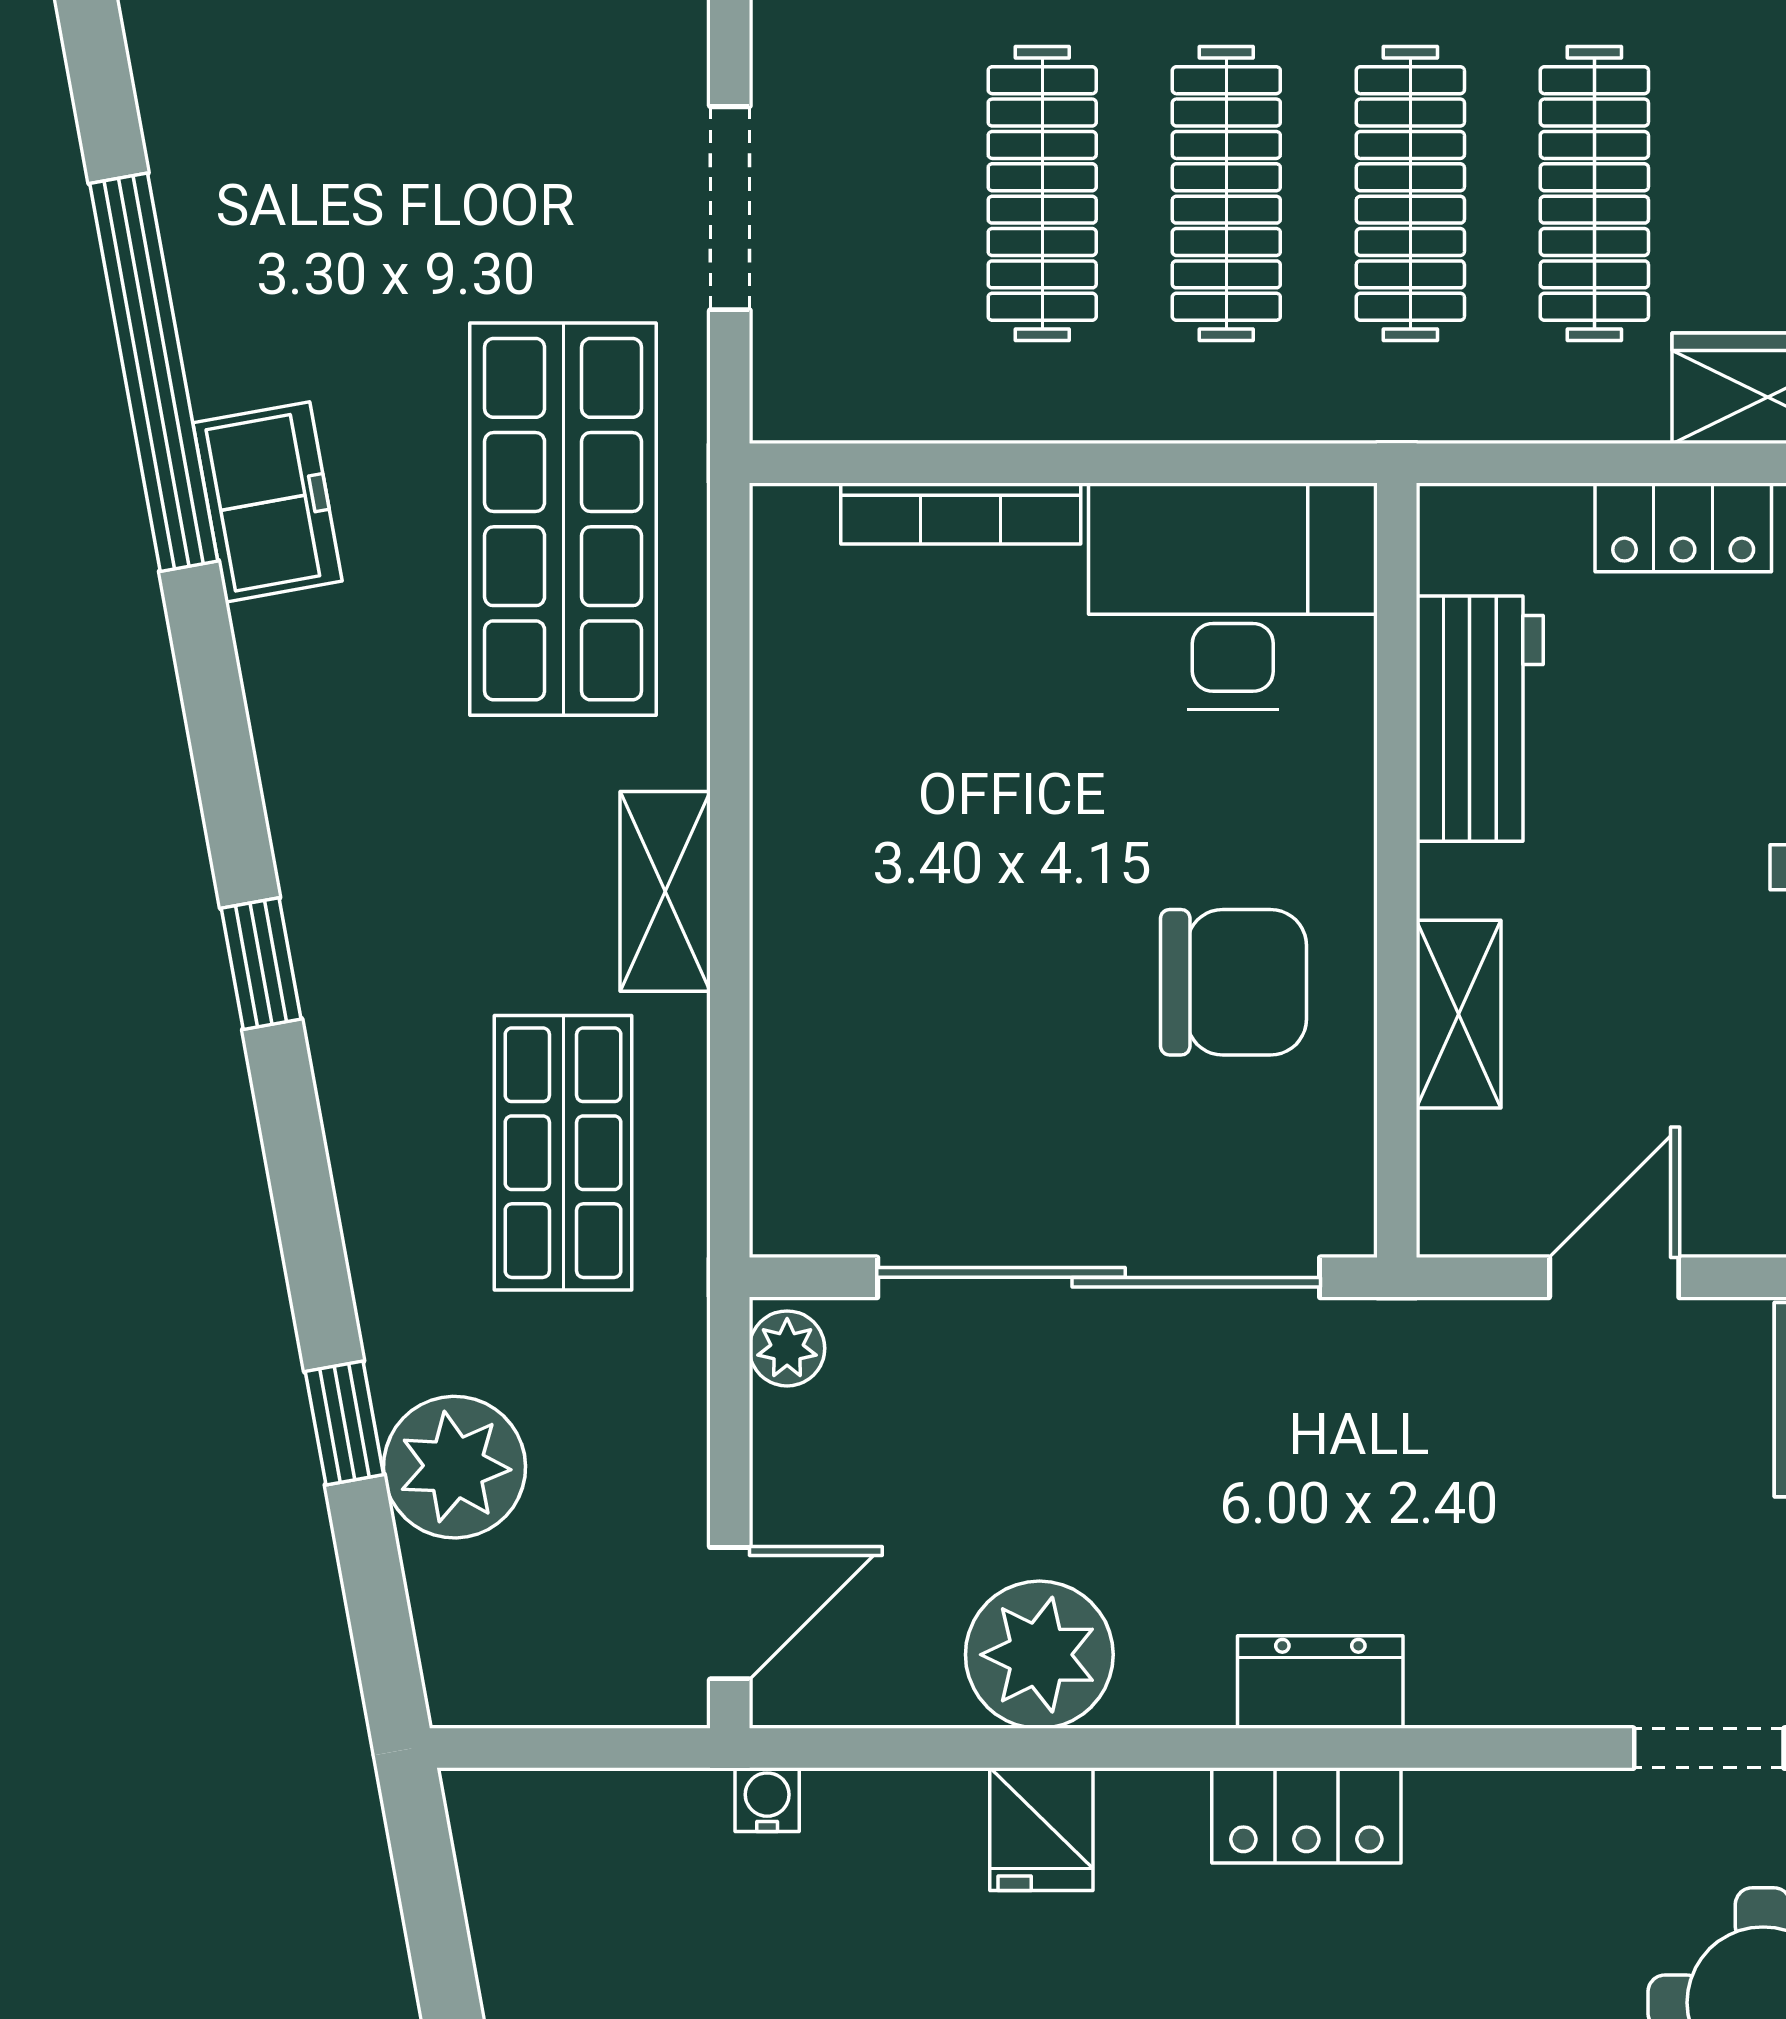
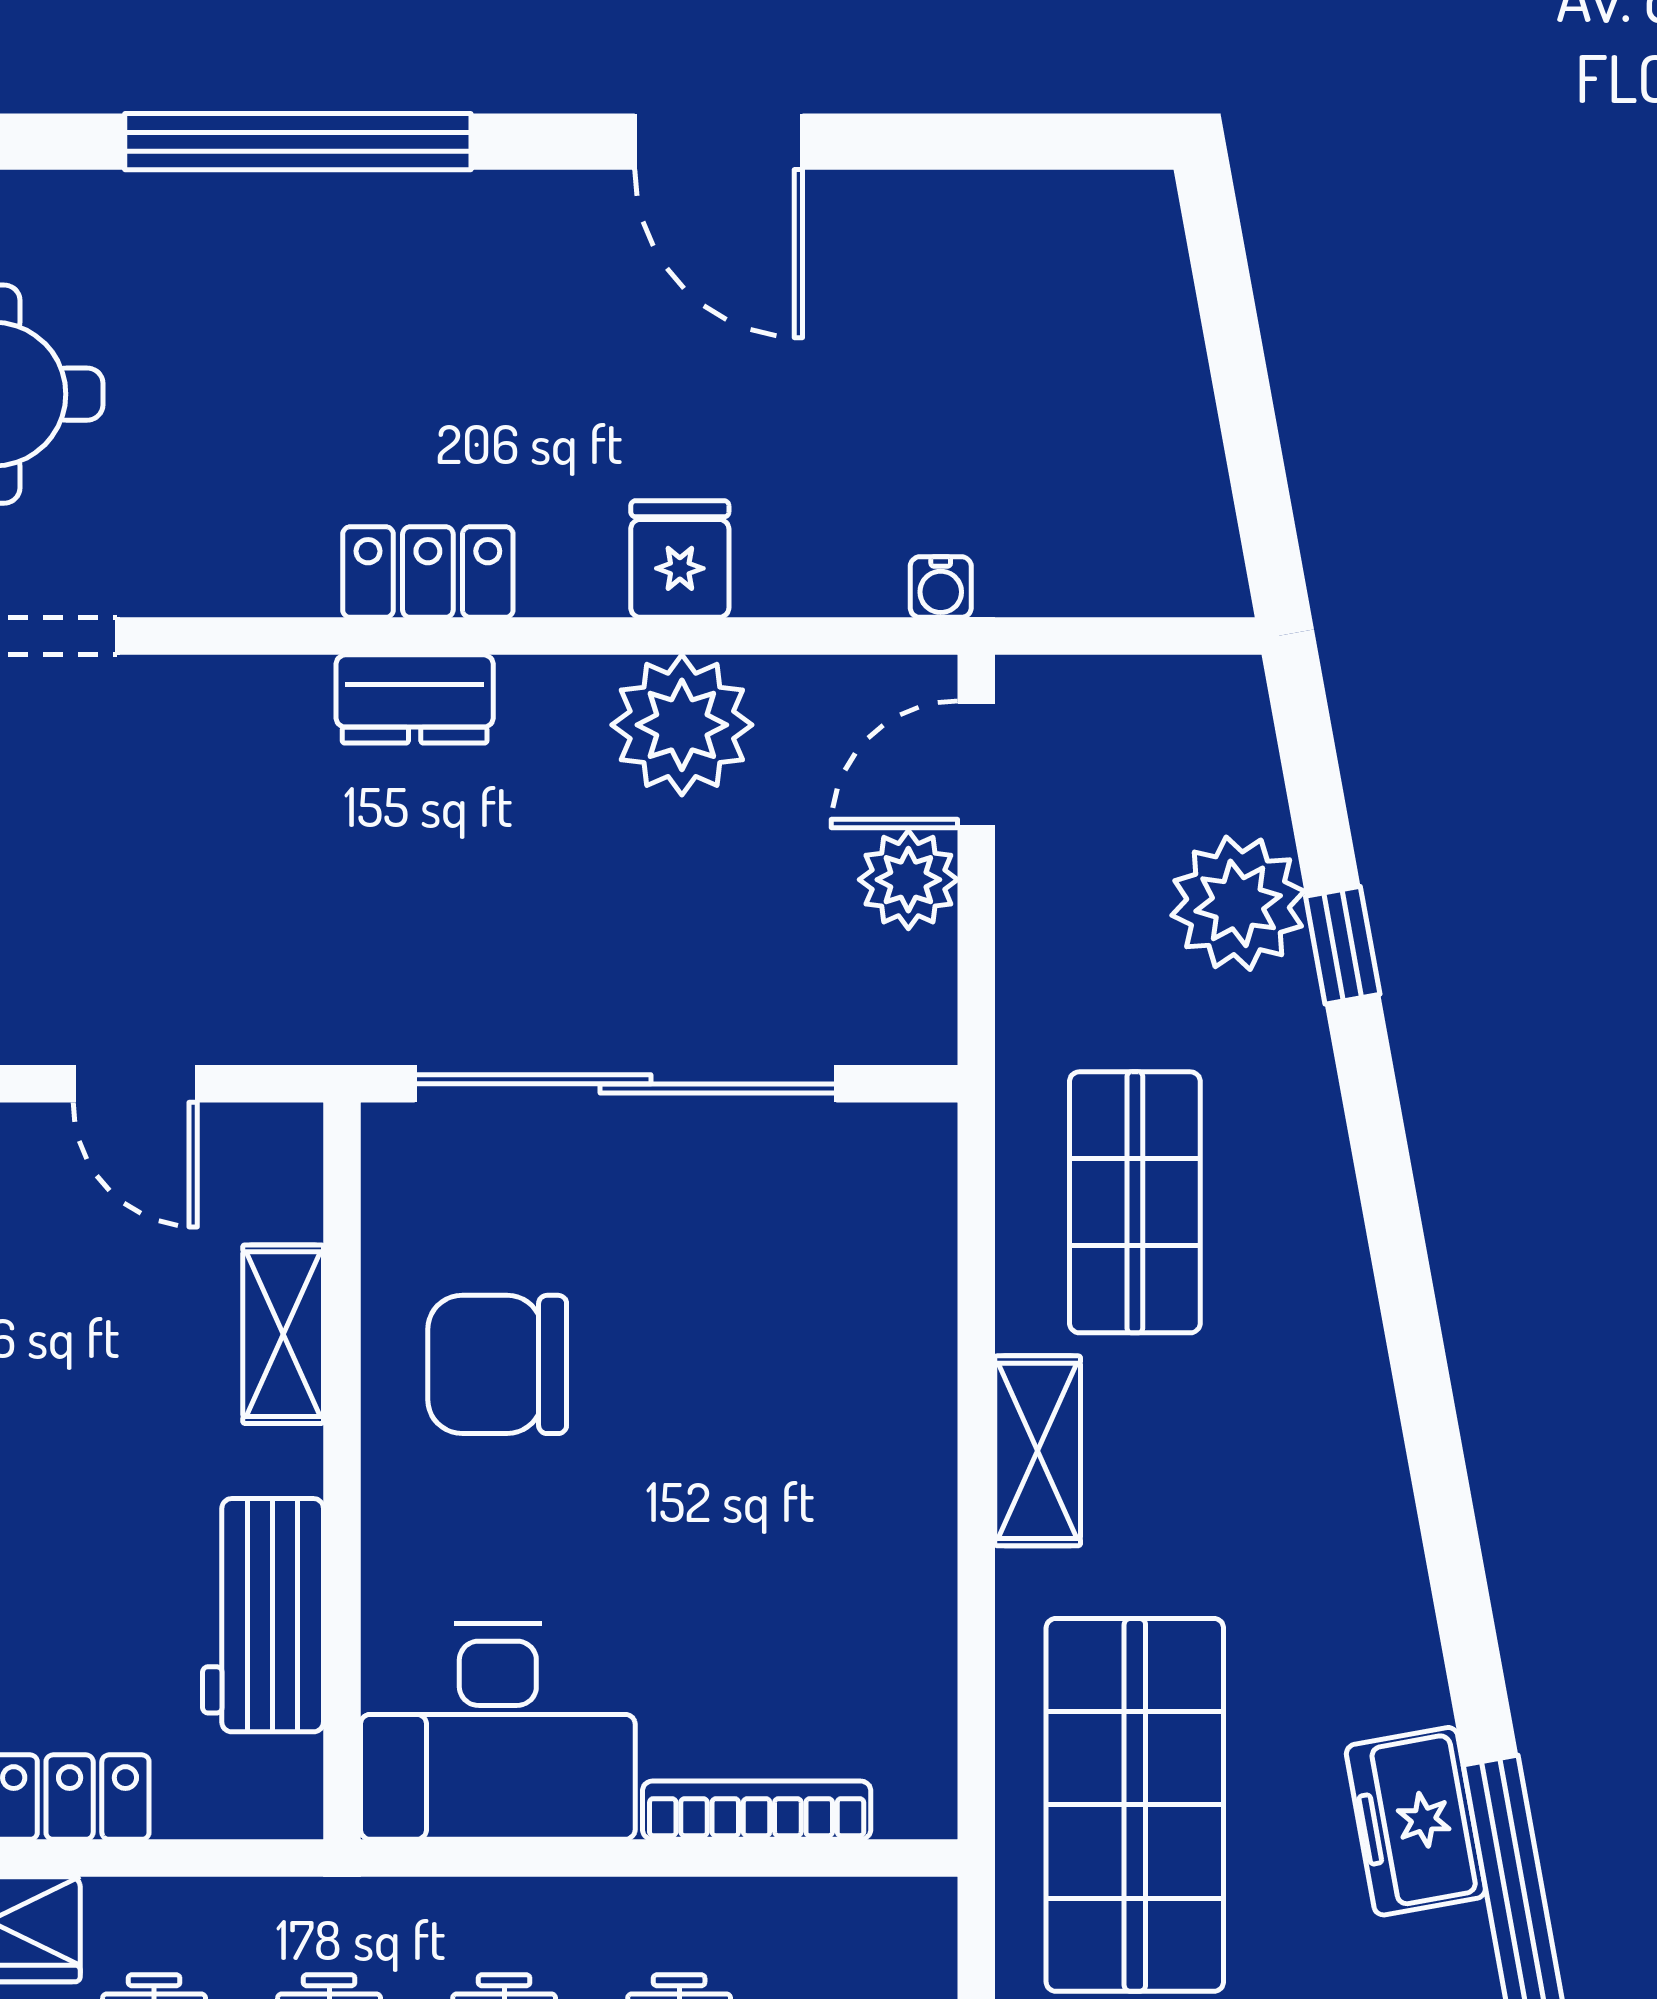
window: (261, 964) -> (1422, 1382), removed
door: (1614, 1277) -> (135, 1084), hinge flipped
plant: (787, 1348) -> (908, 880), moved, width x1.38, depth x1.38

